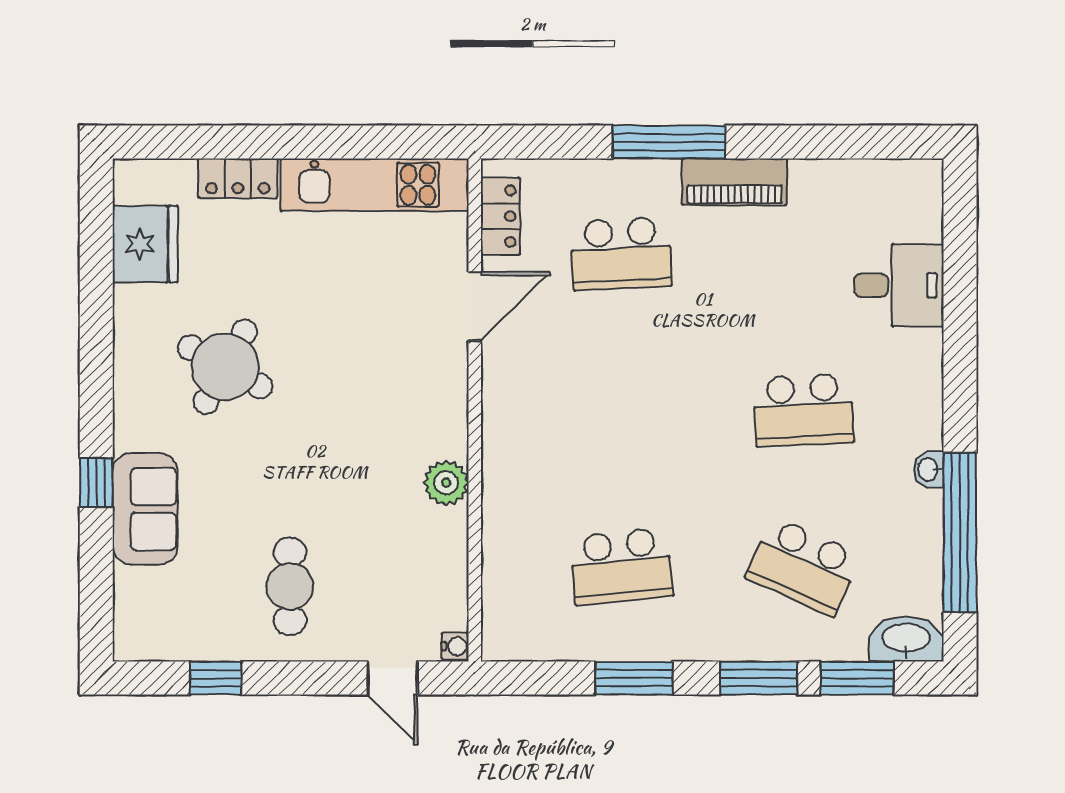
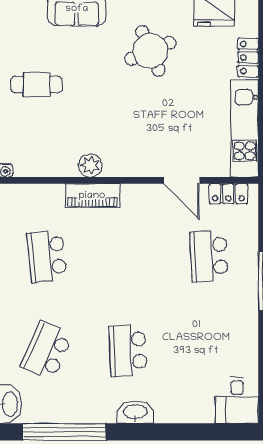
piano: (734, 182) -> (92, 196), moved, turned -90
desk: (899, 285) -> (237, 400), moved
round table: (225, 367) -> (150, 51), turned 38
washbasin: (929, 470) -> (135, 412), moved, width x1.91, depth x1.45

